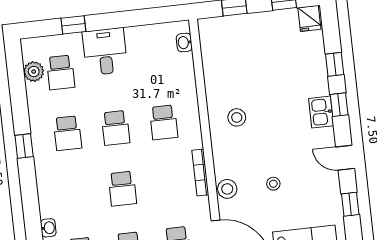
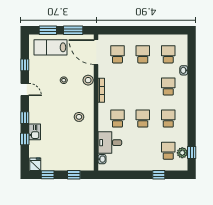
desk: (105, 52) -> (110, 143), moved, turned 90
kitchen sink: (321, 112) -> (35, 132), moved
window: (24, 146) -> (192, 152), moved
school desk: (122, 189) -> (168, 86), moved

